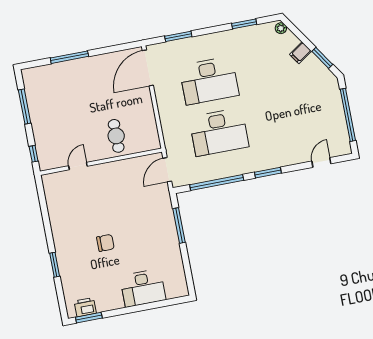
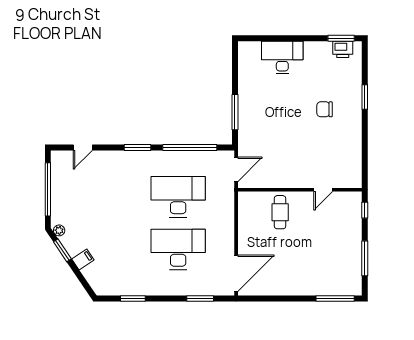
plant: (281, 28) -> (59, 230), moved
window: (69, 57) -> (335, 299), moved
chair: (105, 243) -> (325, 109), moved

